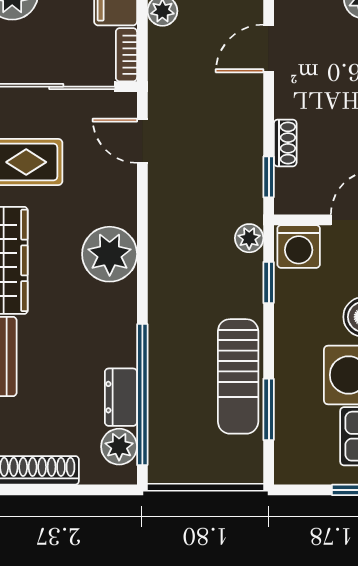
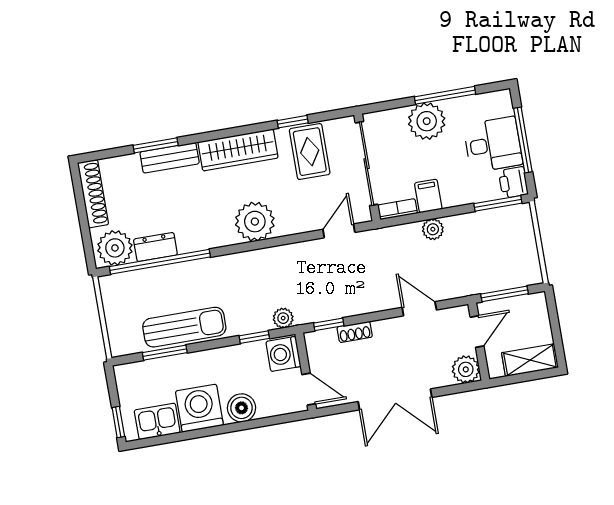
sun lounger: (238, 376) -> (184, 327), turned 180
plant: (119, 447) -> (115, 248), width x1.36, depth x1.36

